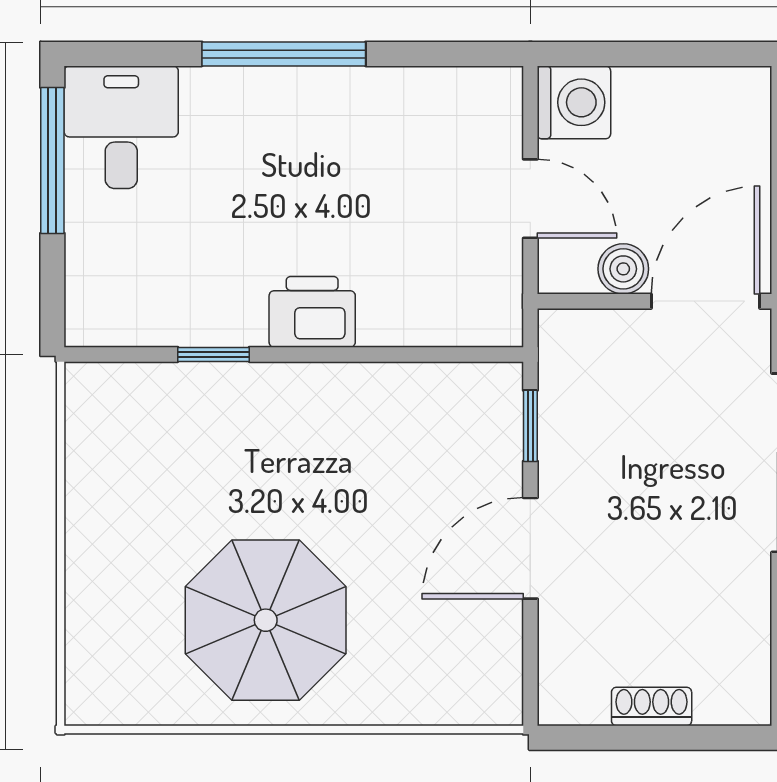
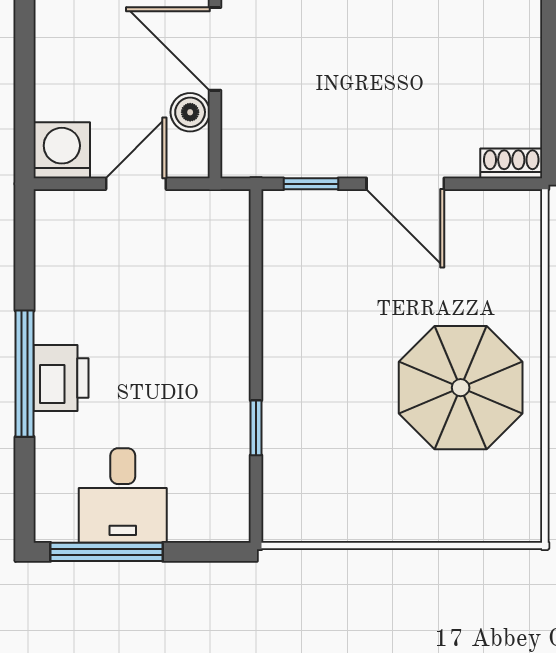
desk: (121, 127) -> (123, 495), moved, turned -90
printer: (312, 312) -> (61, 378), moved, turned 180
shoe rack: (652, 707) -> (511, 163), moved, turned 90

